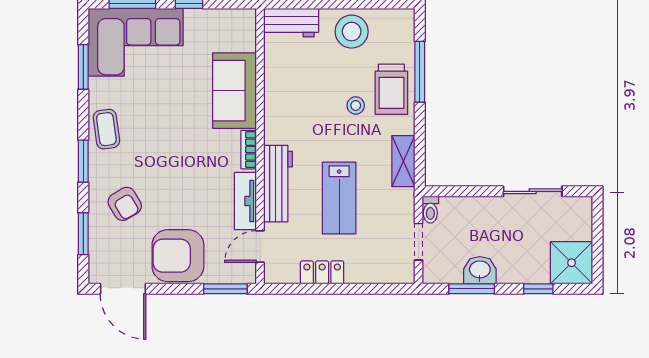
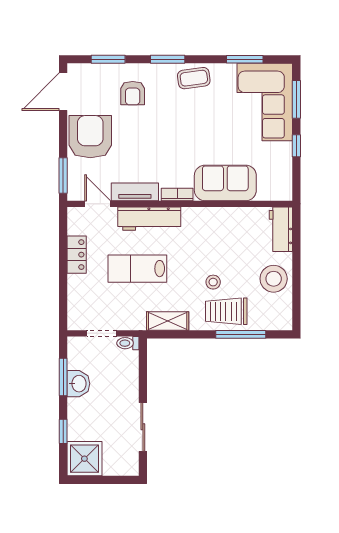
armchair: (125, 204) -> (133, 93), turned -59

